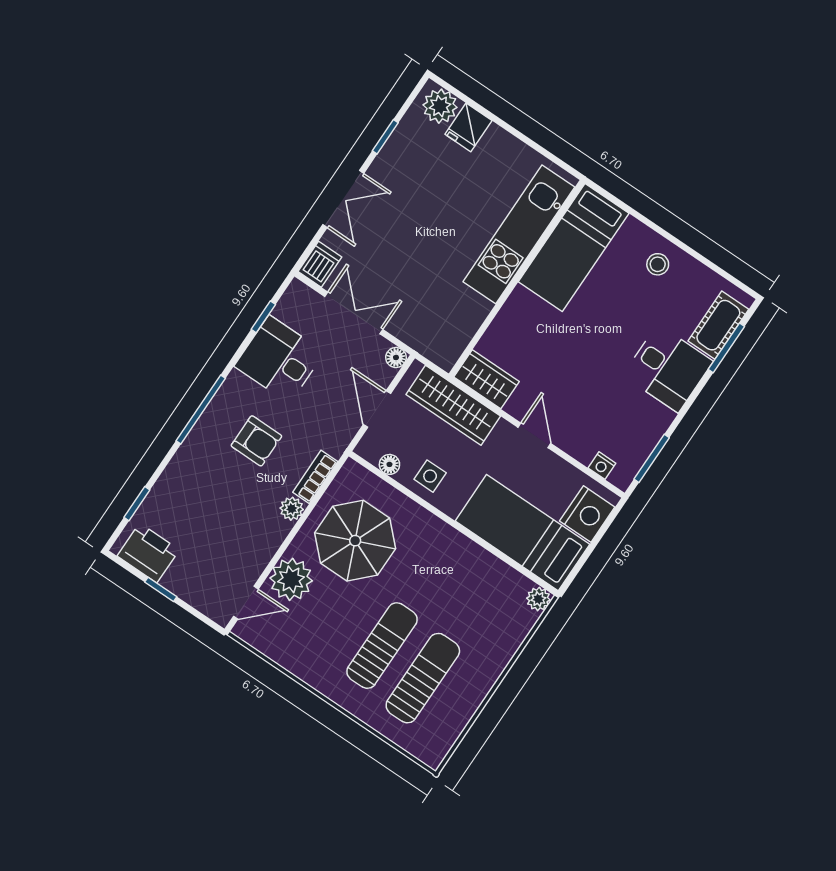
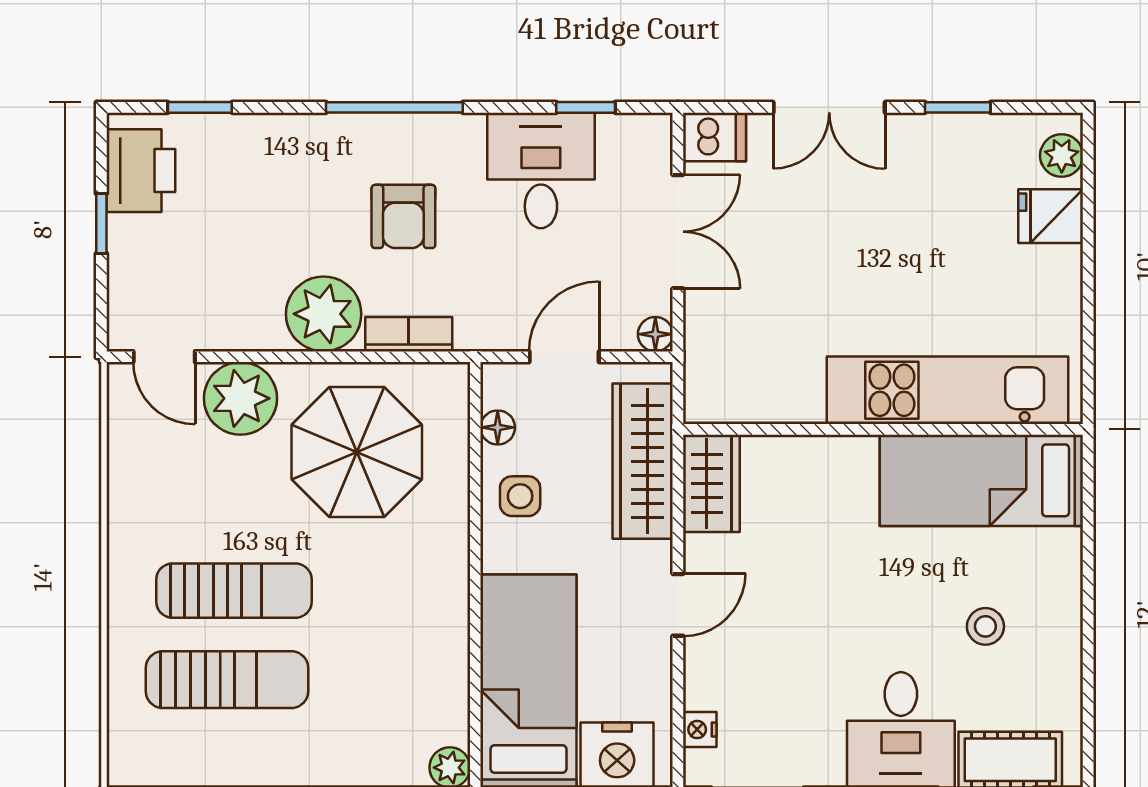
plant: (440, 106) -> (1062, 156), width x0.73, depth x0.73
stool: (658, 264) -> (985, 626), moved
plant: (292, 509) -> (324, 314), width x1.88, depth x1.88

